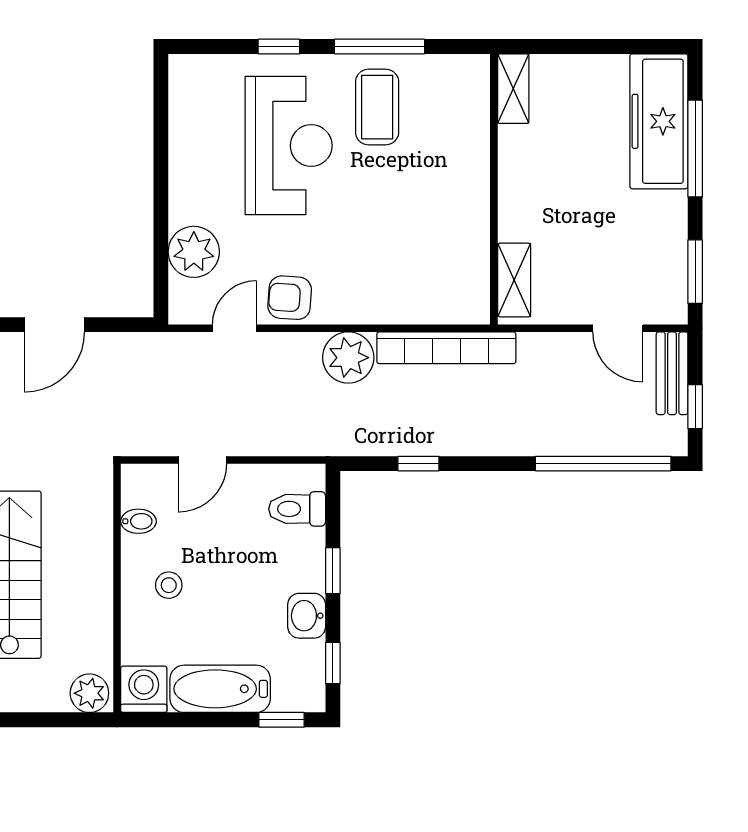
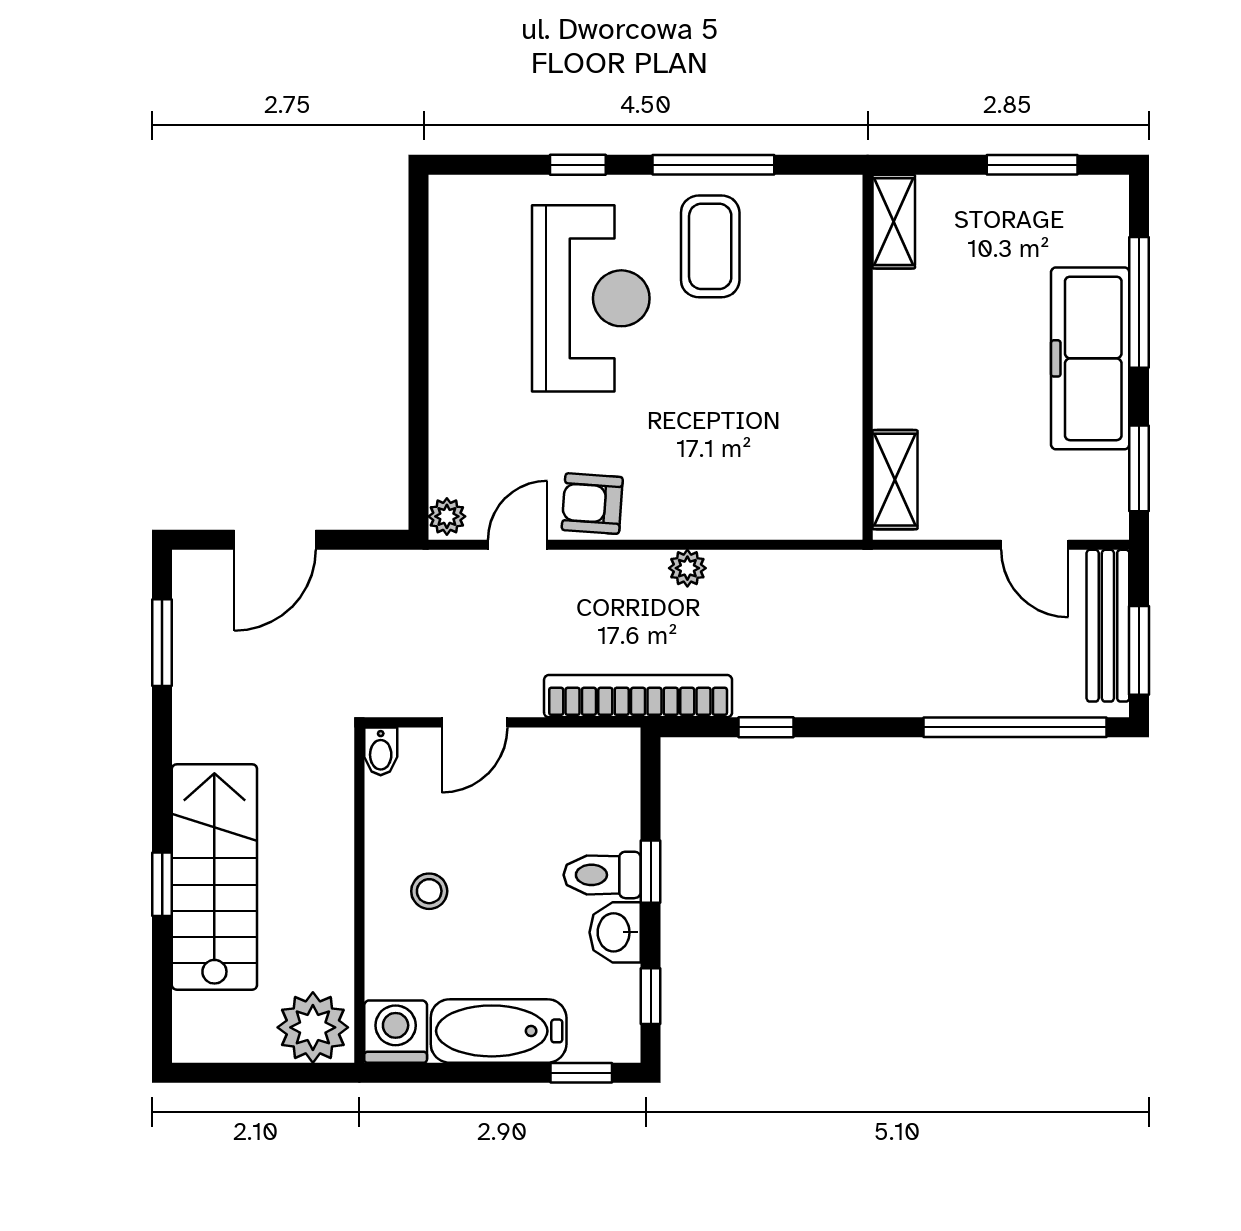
window: (616, 47) -> (1032, 165), added
freezer: (659, 121) -> (1090, 358), moved
plant: (194, 252) -> (447, 516), moved, width x0.53, depth x0.53
bookcase: (446, 348) -> (638, 696), moved, turned 180
plant: (348, 358) -> (687, 568), width x0.53, depth x0.53
bench: (672, 373) -> (1108, 626), width x1.36
window: (695, 407) -> (1139, 650), width x1.50
toilet: (297, 509) -> (602, 875), moved
bidet: (138, 521) -> (381, 751), moved, turned 90
plant: (89, 693) -> (313, 1027), width x1.36, depth x1.36

